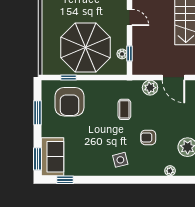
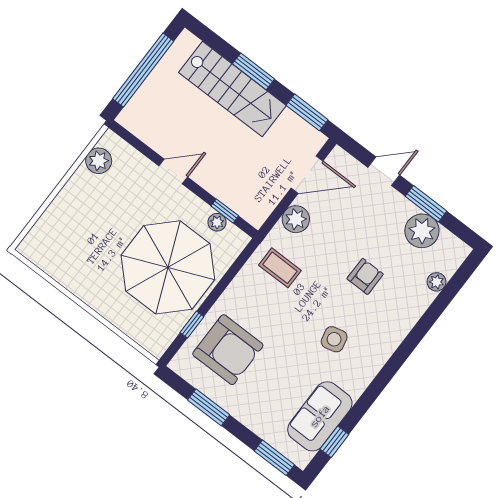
coffee table: (124, 109) -> (280, 268), moved
armchair: (148, 137) -> (365, 276), turned 180
sofa: (53, 157) -> (320, 416), moved, turned -90
side table: (120, 160) -> (334, 339), moved

